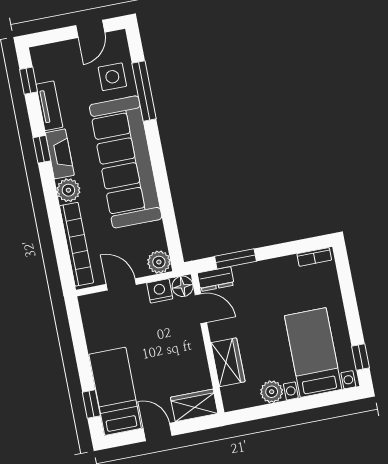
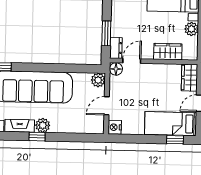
window: (42, 149) -> (37, 137), moved
bookcase: (77, 244) -> (76, 128), removed
nightstand: (160, 291) -> (115, 127), moved

